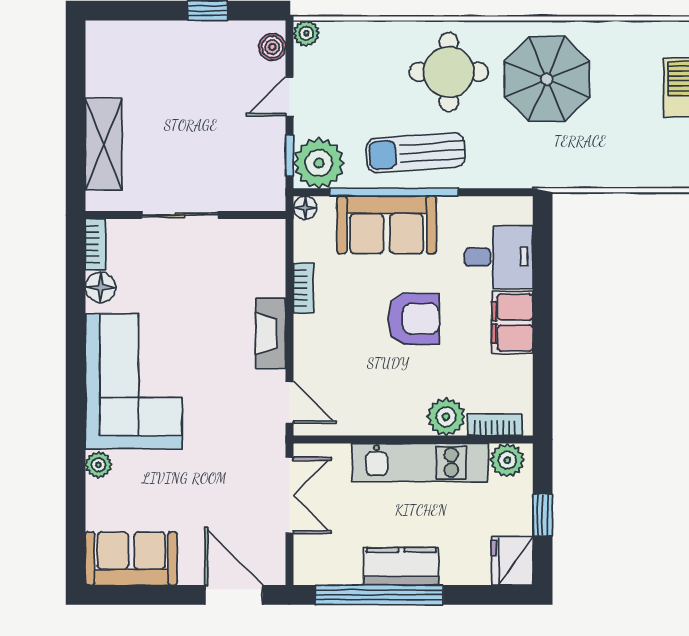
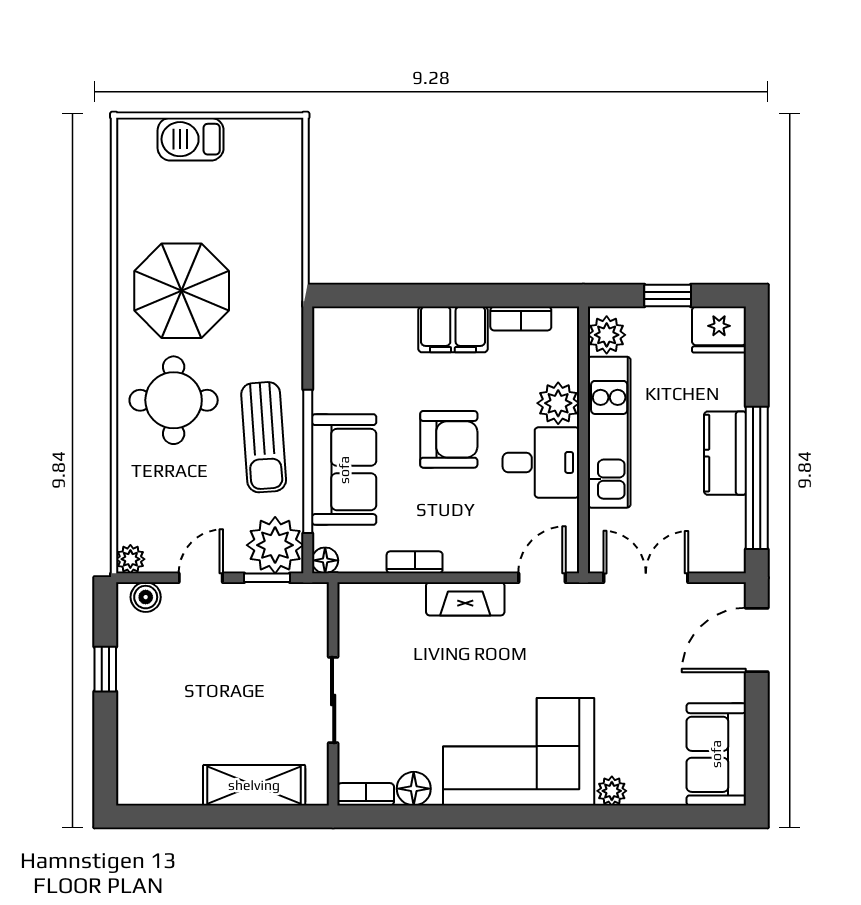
door: (290, 96) -> (201, 578), swing flipped
desk: (499, 257) -> (541, 462), moved, turned 90
armchair: (414, 319) -> (449, 439), turned 90
bookcase: (495, 425) -> (521, 319), moved, turned -90

